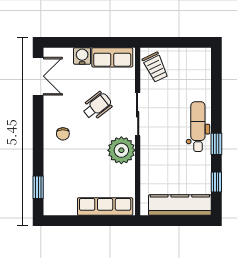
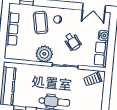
coffee table: (71, 161) -> (41, 23), added
row of seats: (105, 207) -> (12, 29), moved

